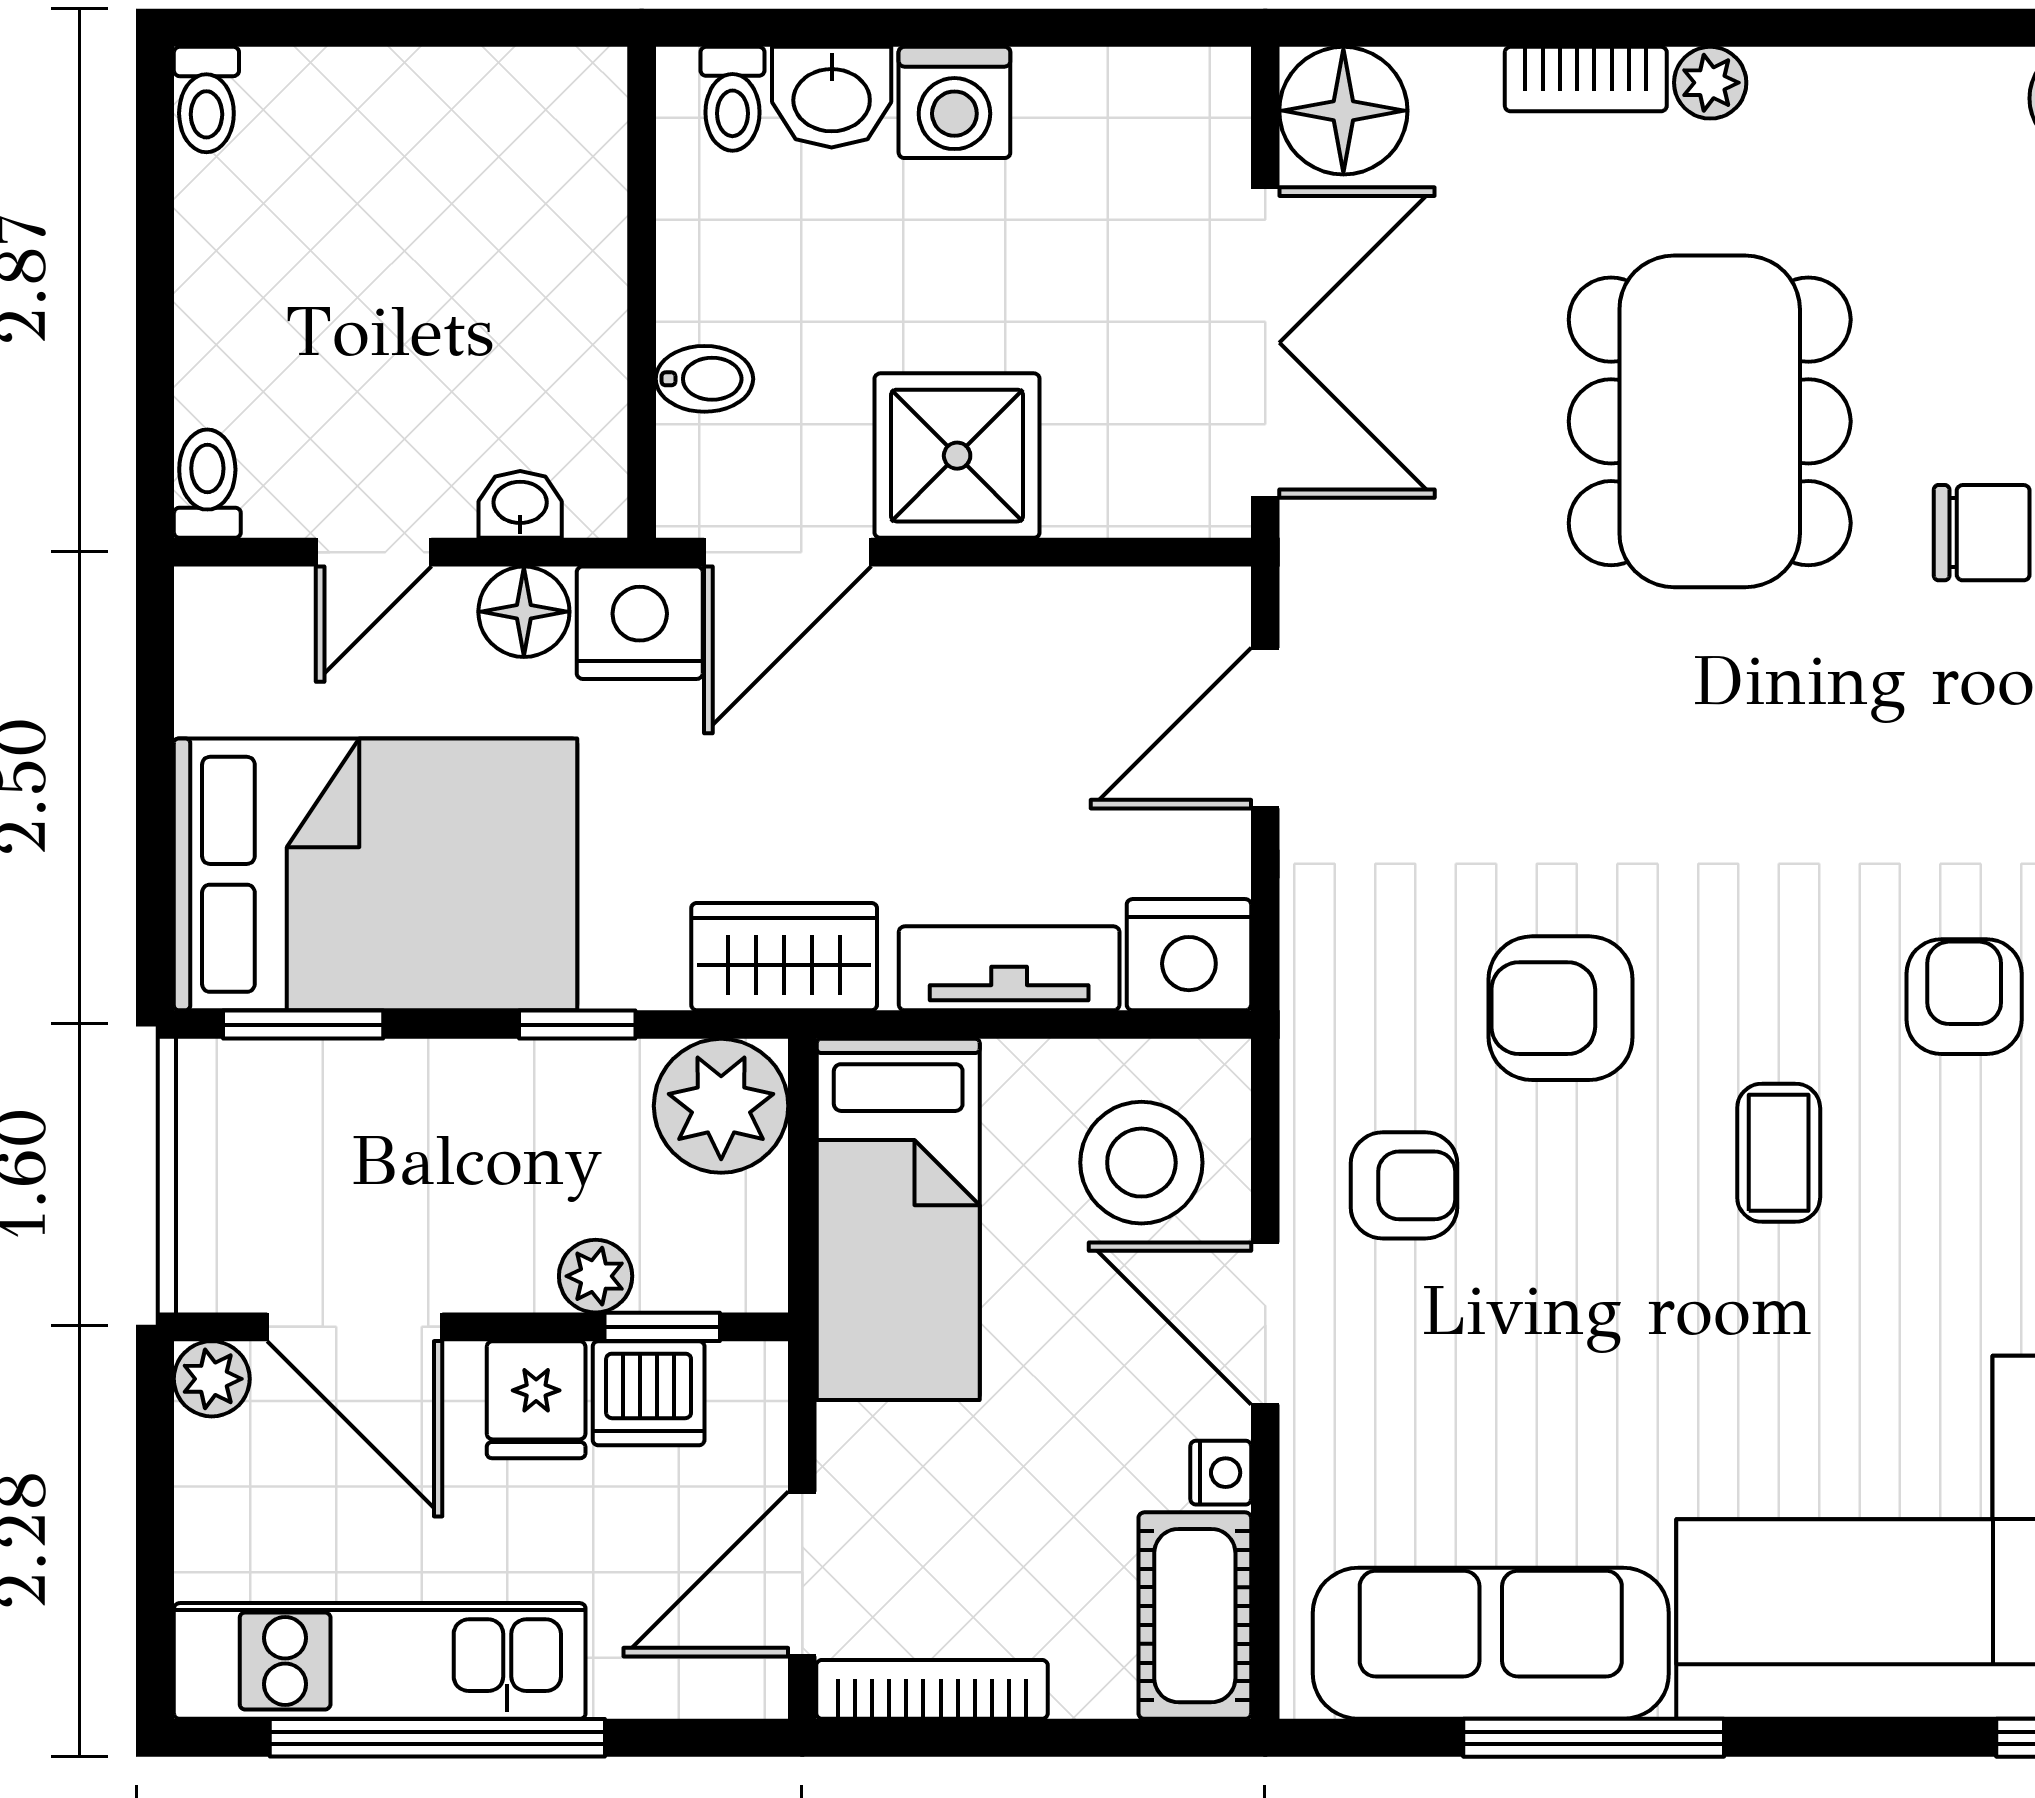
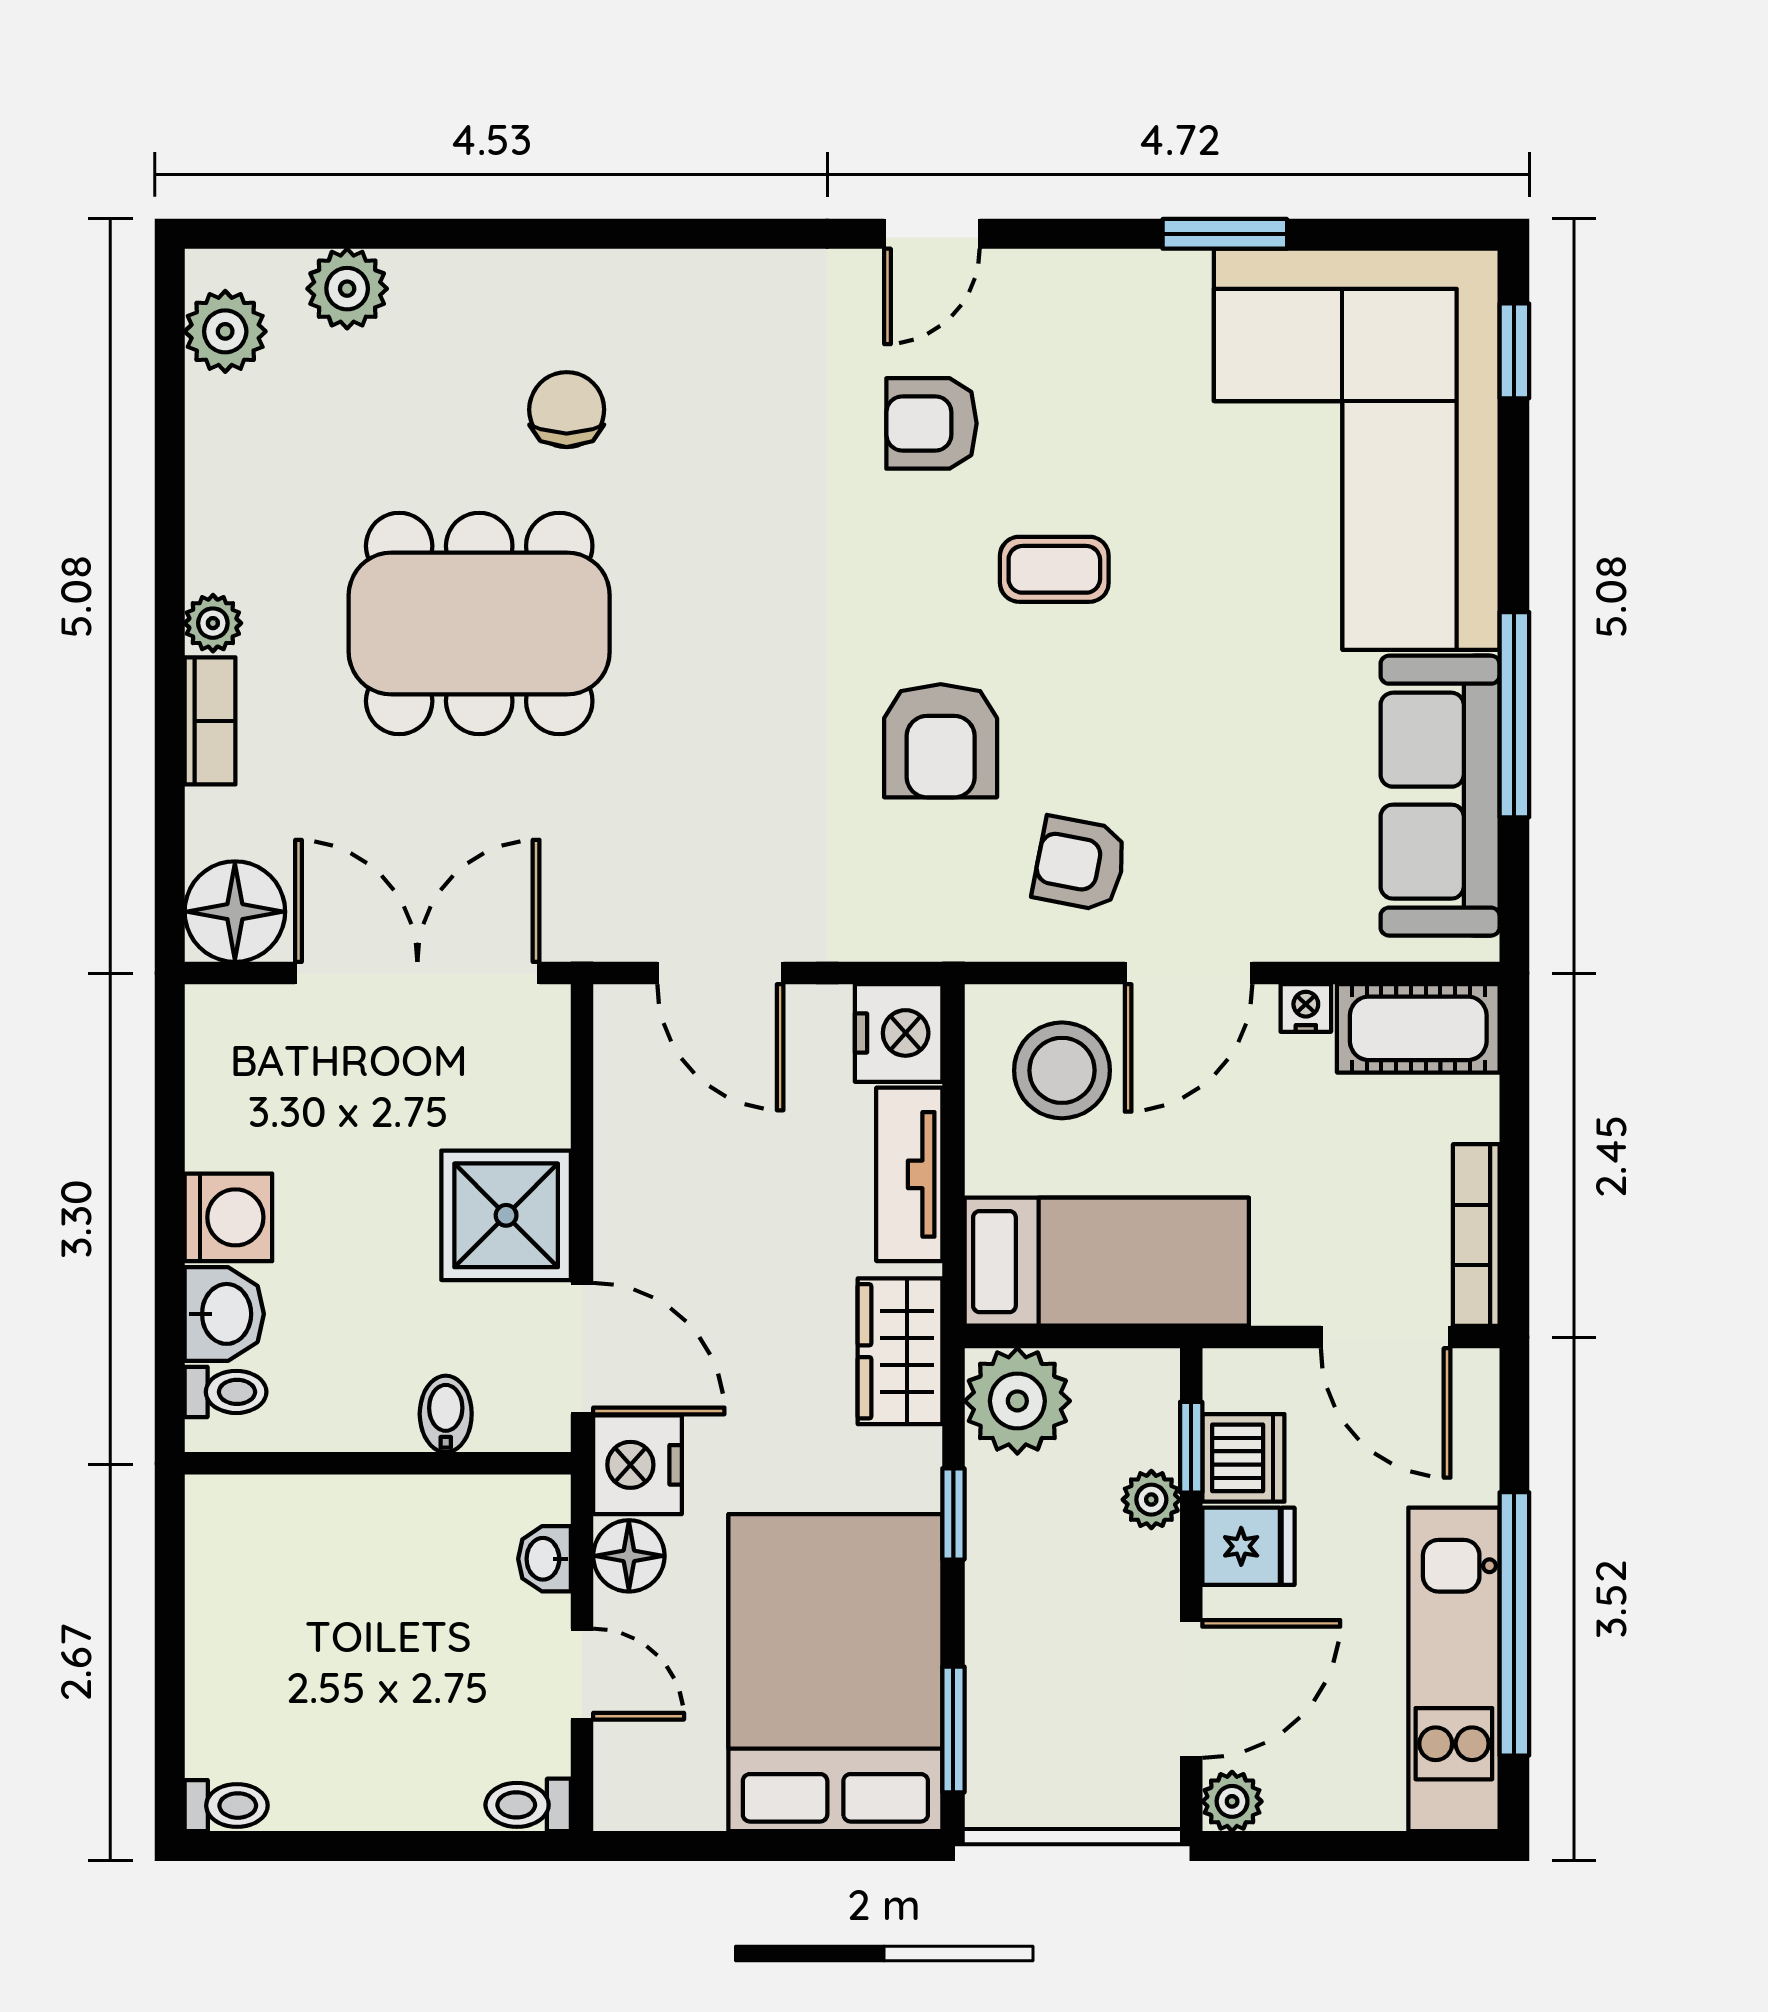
armchair: (1404, 1185) -> (1080, 864), turned -79

